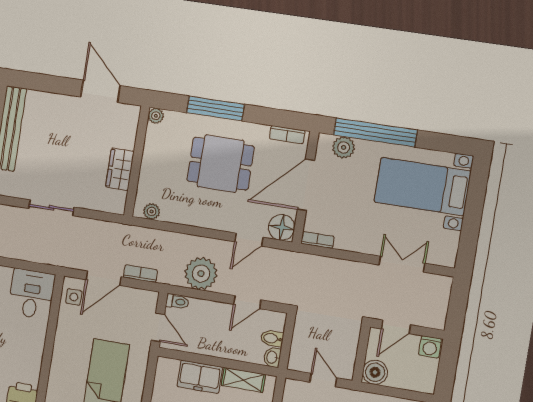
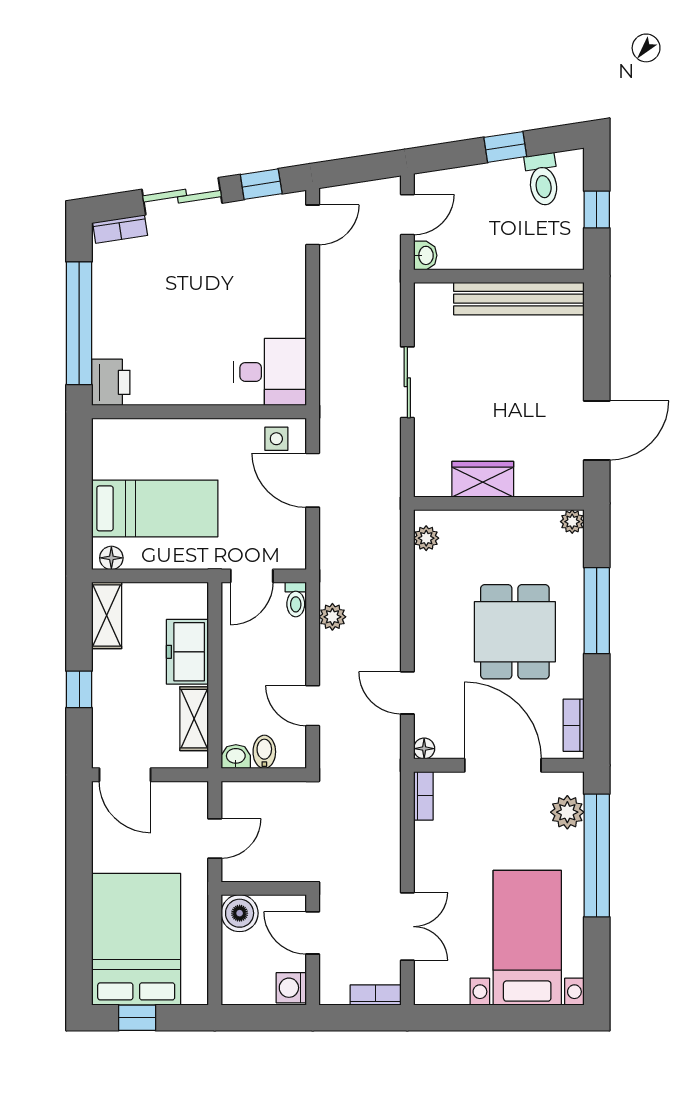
floor lamp: (282, 227) -> (424, 749), width x0.53, depth x0.53
bookcase: (140, 274) -> (376, 995), moved, turned -90
plant: (201, 274) -> (332, 617), width x0.53, depth x0.53

